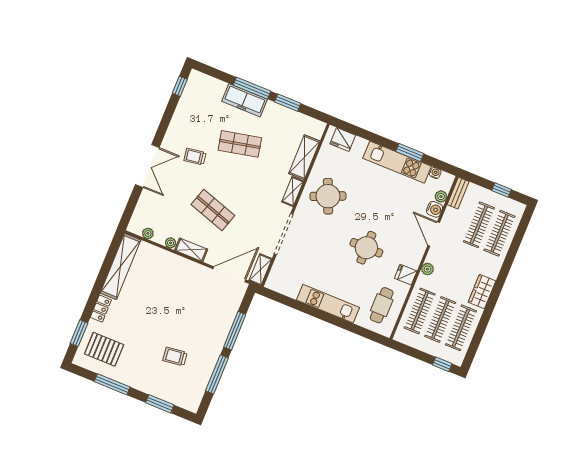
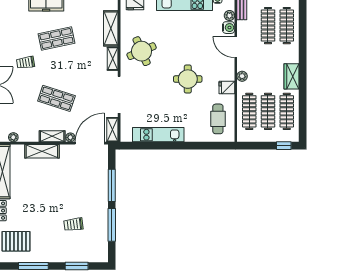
plant: (171, 243) -> (70, 137), moved
shelving: (173, 262) -> (42, 151), added
kitchen unit: (328, 304) -> (158, 135), moved

